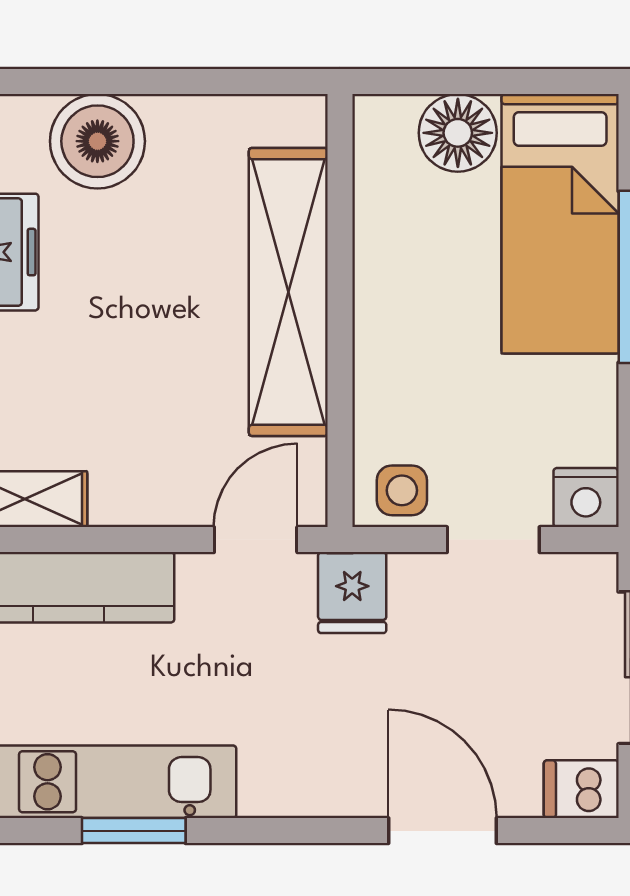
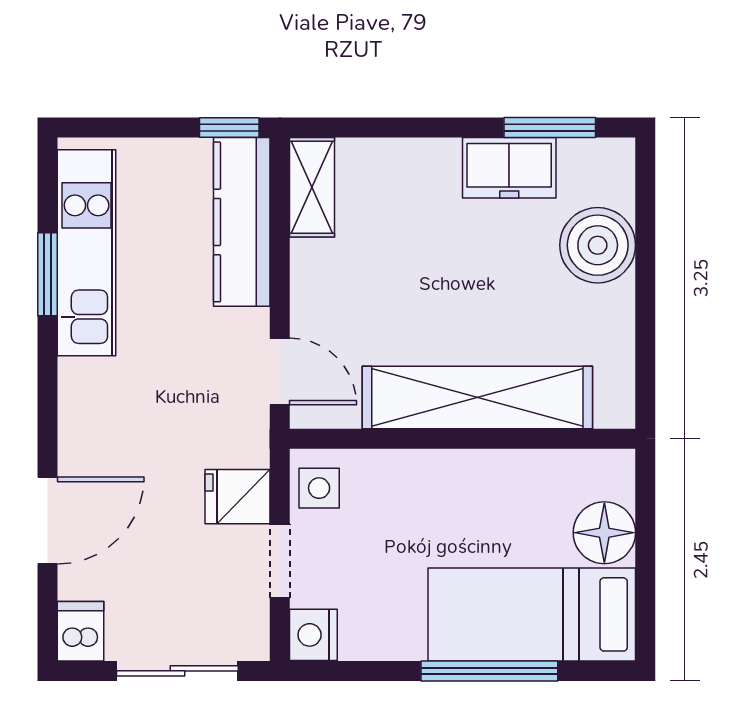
fridge: (352, 593) -> (237, 497), moved

